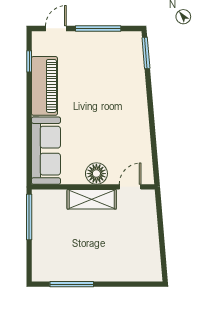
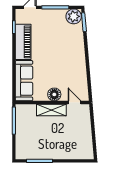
plant: (129, 44) -> (74, 16), added
door: (130, 187) -> (75, 103), hinge flipped

